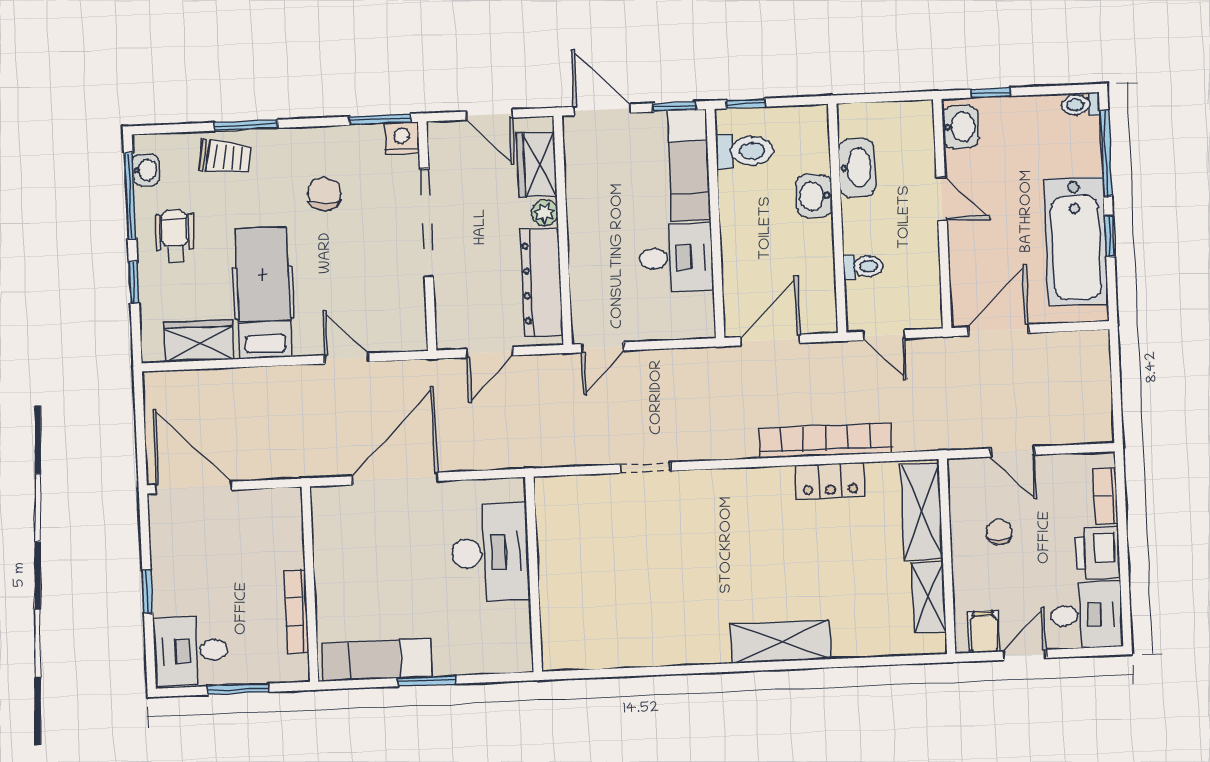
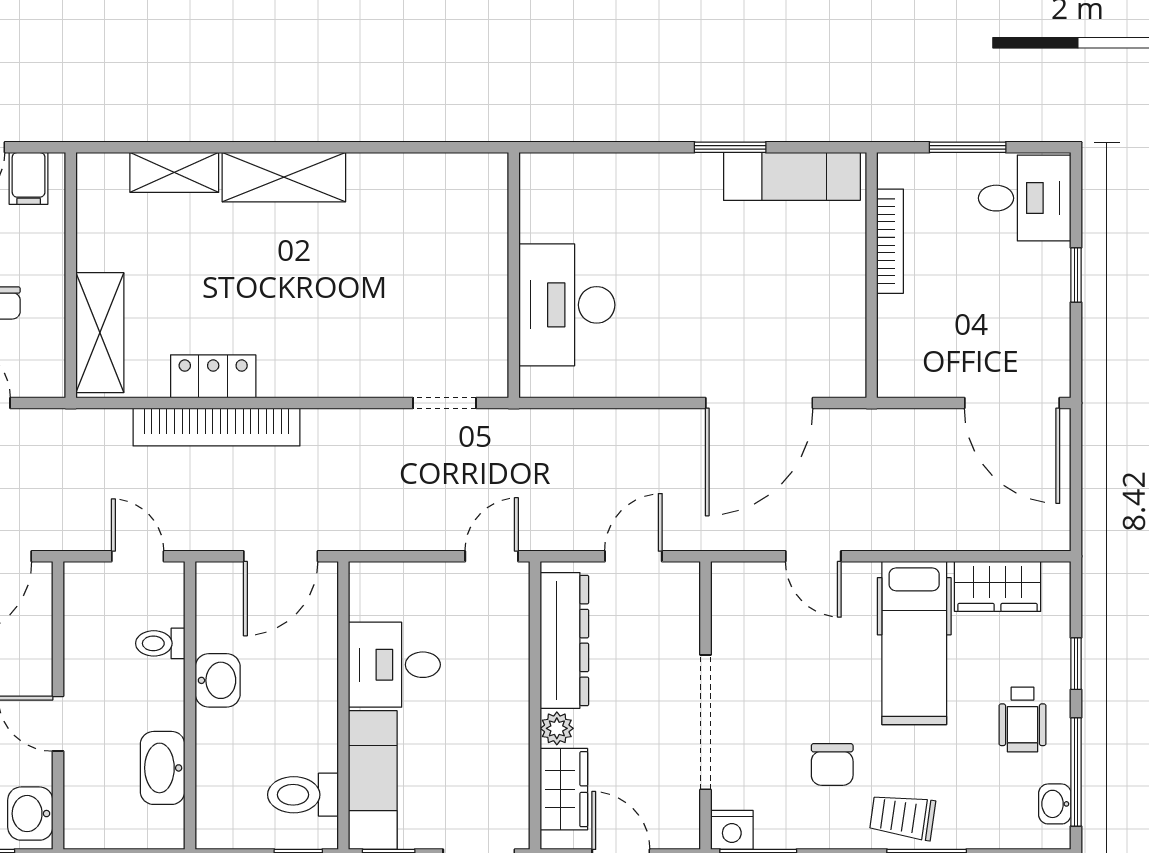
trolley: (225, 157) -> (903, 817), moved
washbasin: (814, 196) -> (218, 680), moved
desk: (490, 553) -> (567, 305), moved
wall: (534, 574) -> (514, 275), moved
shelving: (929, 597) -> (174, 172), moved, turned 90

